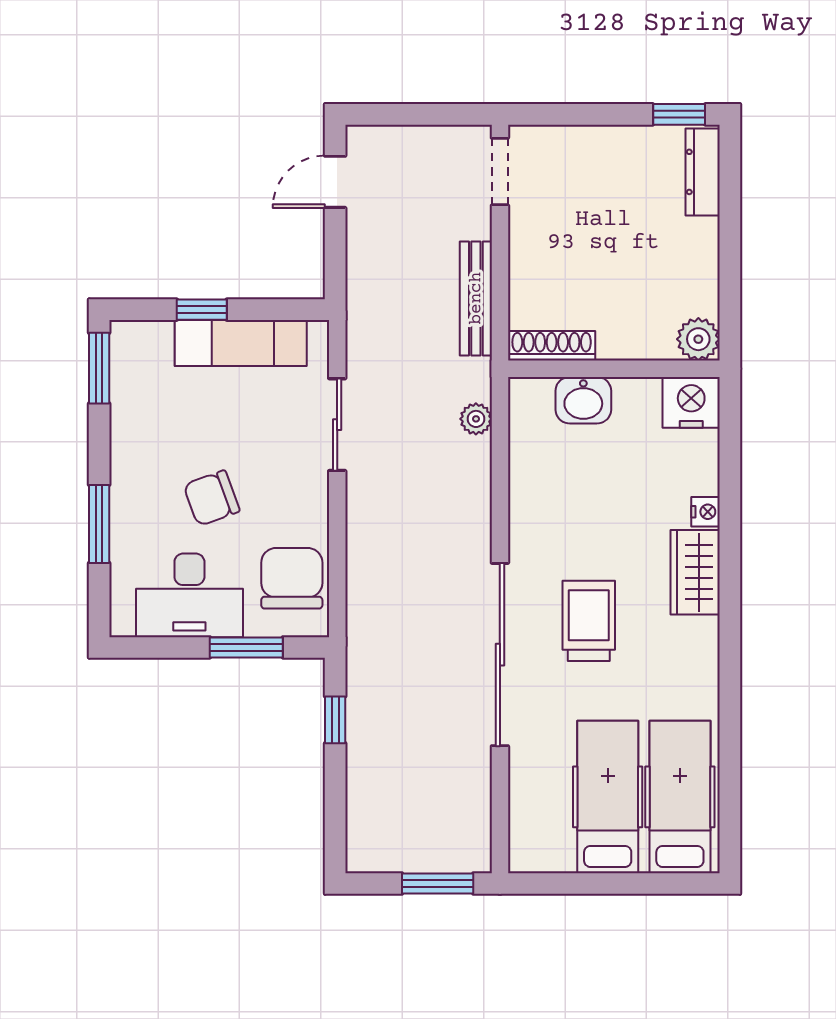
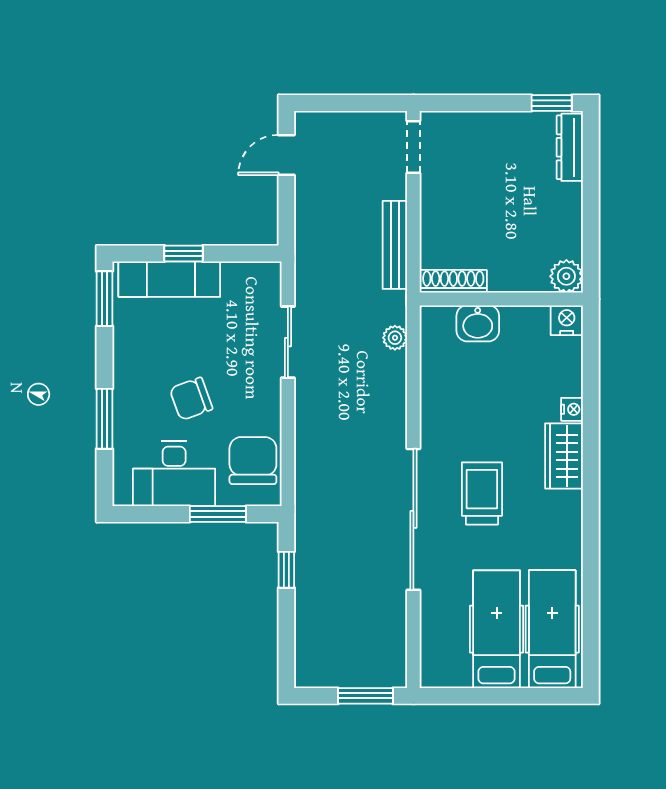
exam couch: (241, 343) -> (169, 279), moved
nightstand: (691, 402) -> (567, 320), width x0.74, depth x0.75

